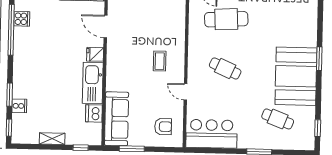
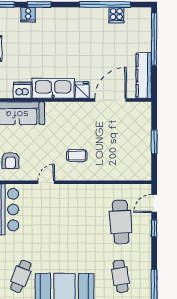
door: (106, 26) -> (111, 100), width x1.36
cafe table: (225, 68) -> (121, 276), moved, turned -33

